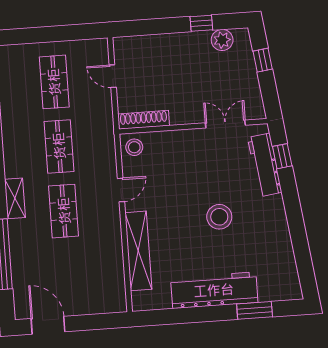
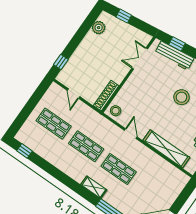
window: (201, 23) -> (61, 62), moved
door: (113, 76) -> (73, 94), hinge flipped

